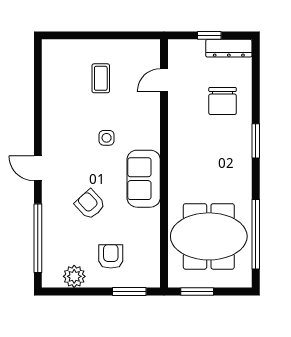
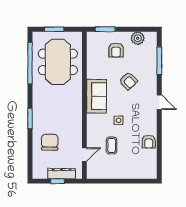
dresser: (229, 48) -> (62, 174), moved
coffee table: (101, 78) -> (112, 145), moved
armchair: (56, 102) -> (149, 142), added
meeting table: (209, 236) -> (58, 62), turned 90
window: (38, 238) -> (159, 61), width x0.68
window: (197, 291) -> (54, 29), moved

